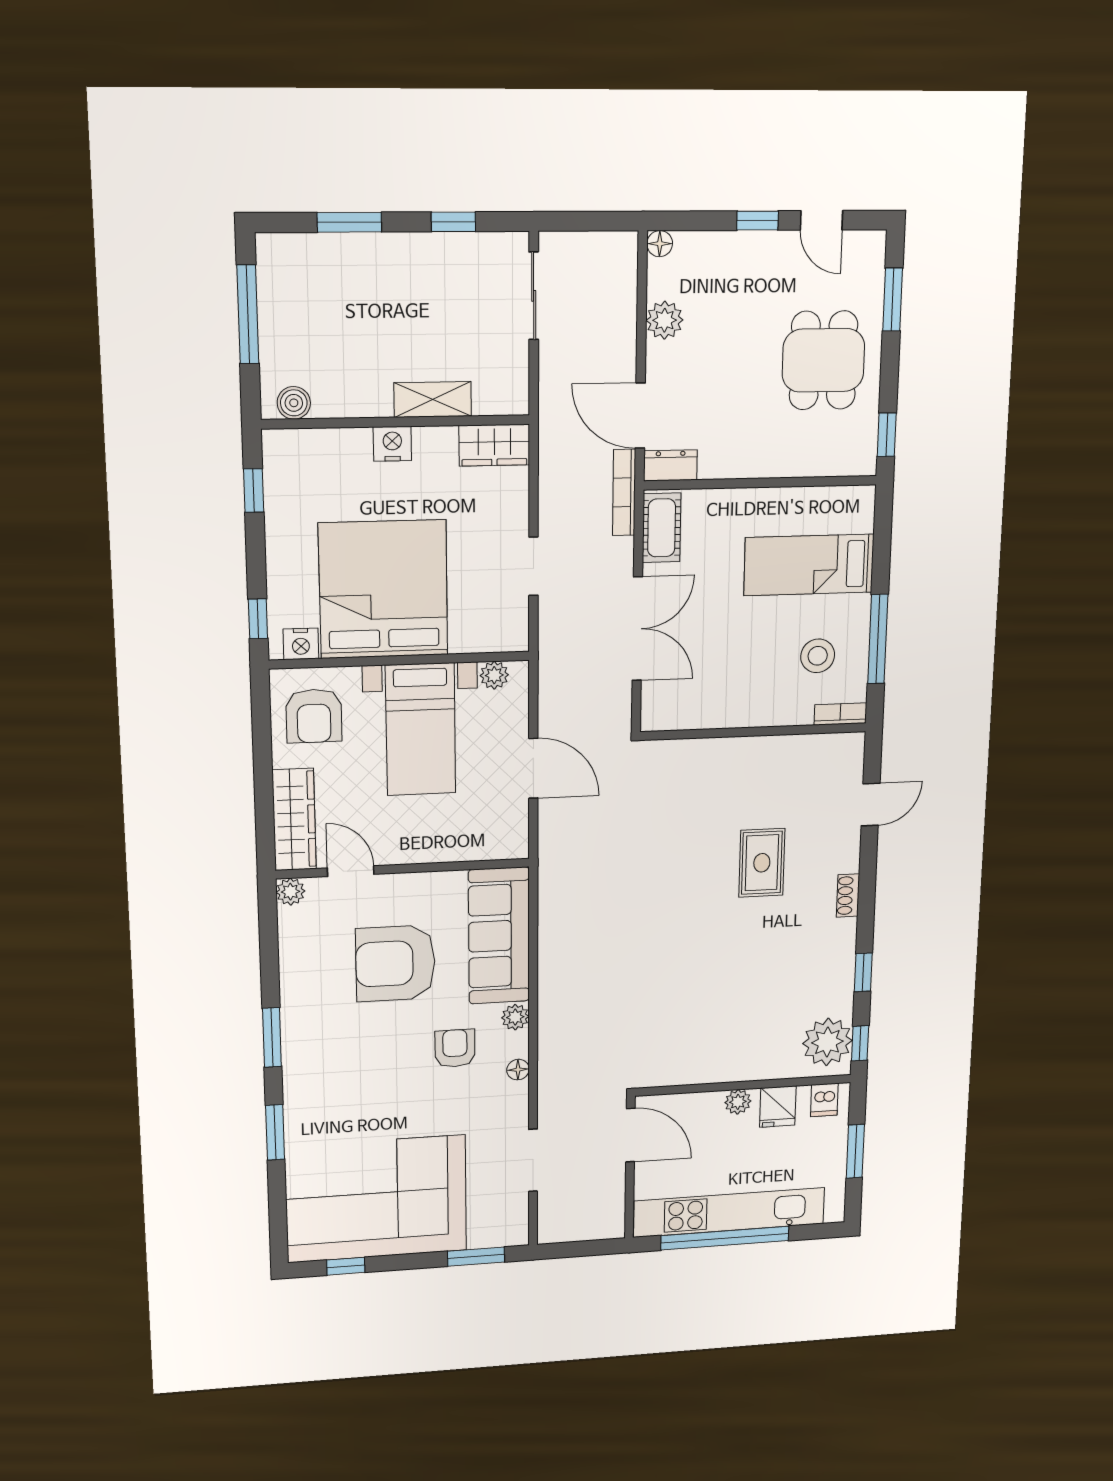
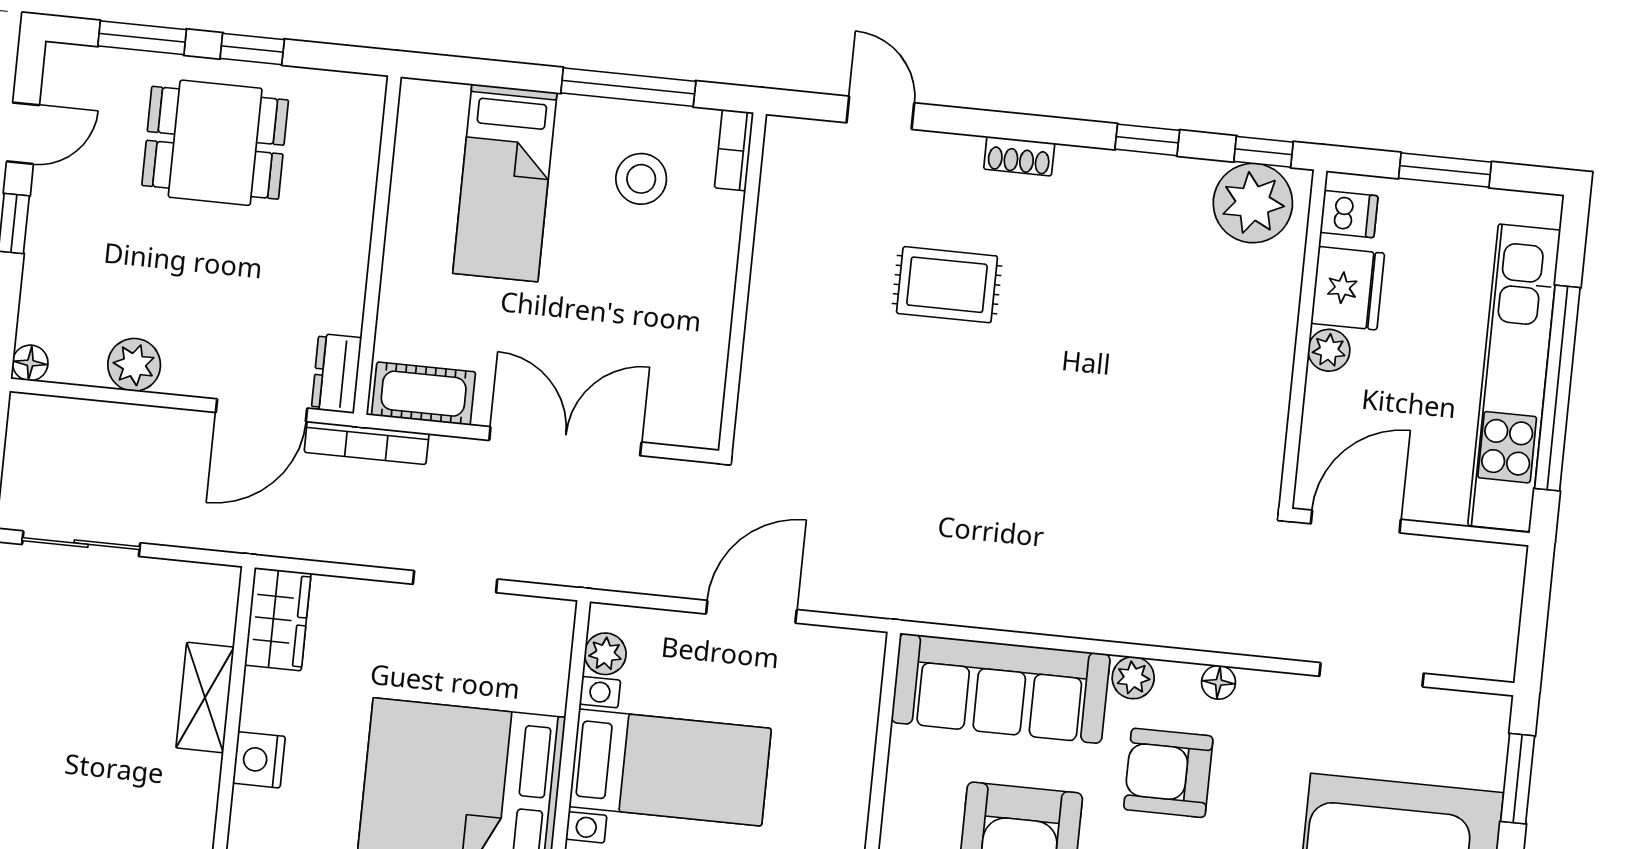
window: (887, 435) -> (252, 49), moved
armchair: (455, 1048) -> (1168, 773), width x1.38, depth x1.38
fridge: (778, 1107) -> (1348, 288), width x1.38

